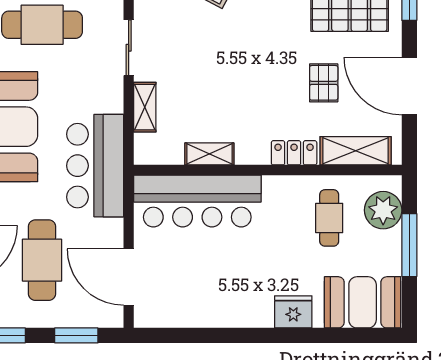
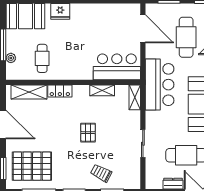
pallet: (324, 83) -> (88, 133), moved
shelving: (145, 107) -> (135, 97), moved
bar counter: (197, 201) -> (117, 67), width x0.73
plant: (383, 210) -> (11, 58), width x0.53, depth x0.53

